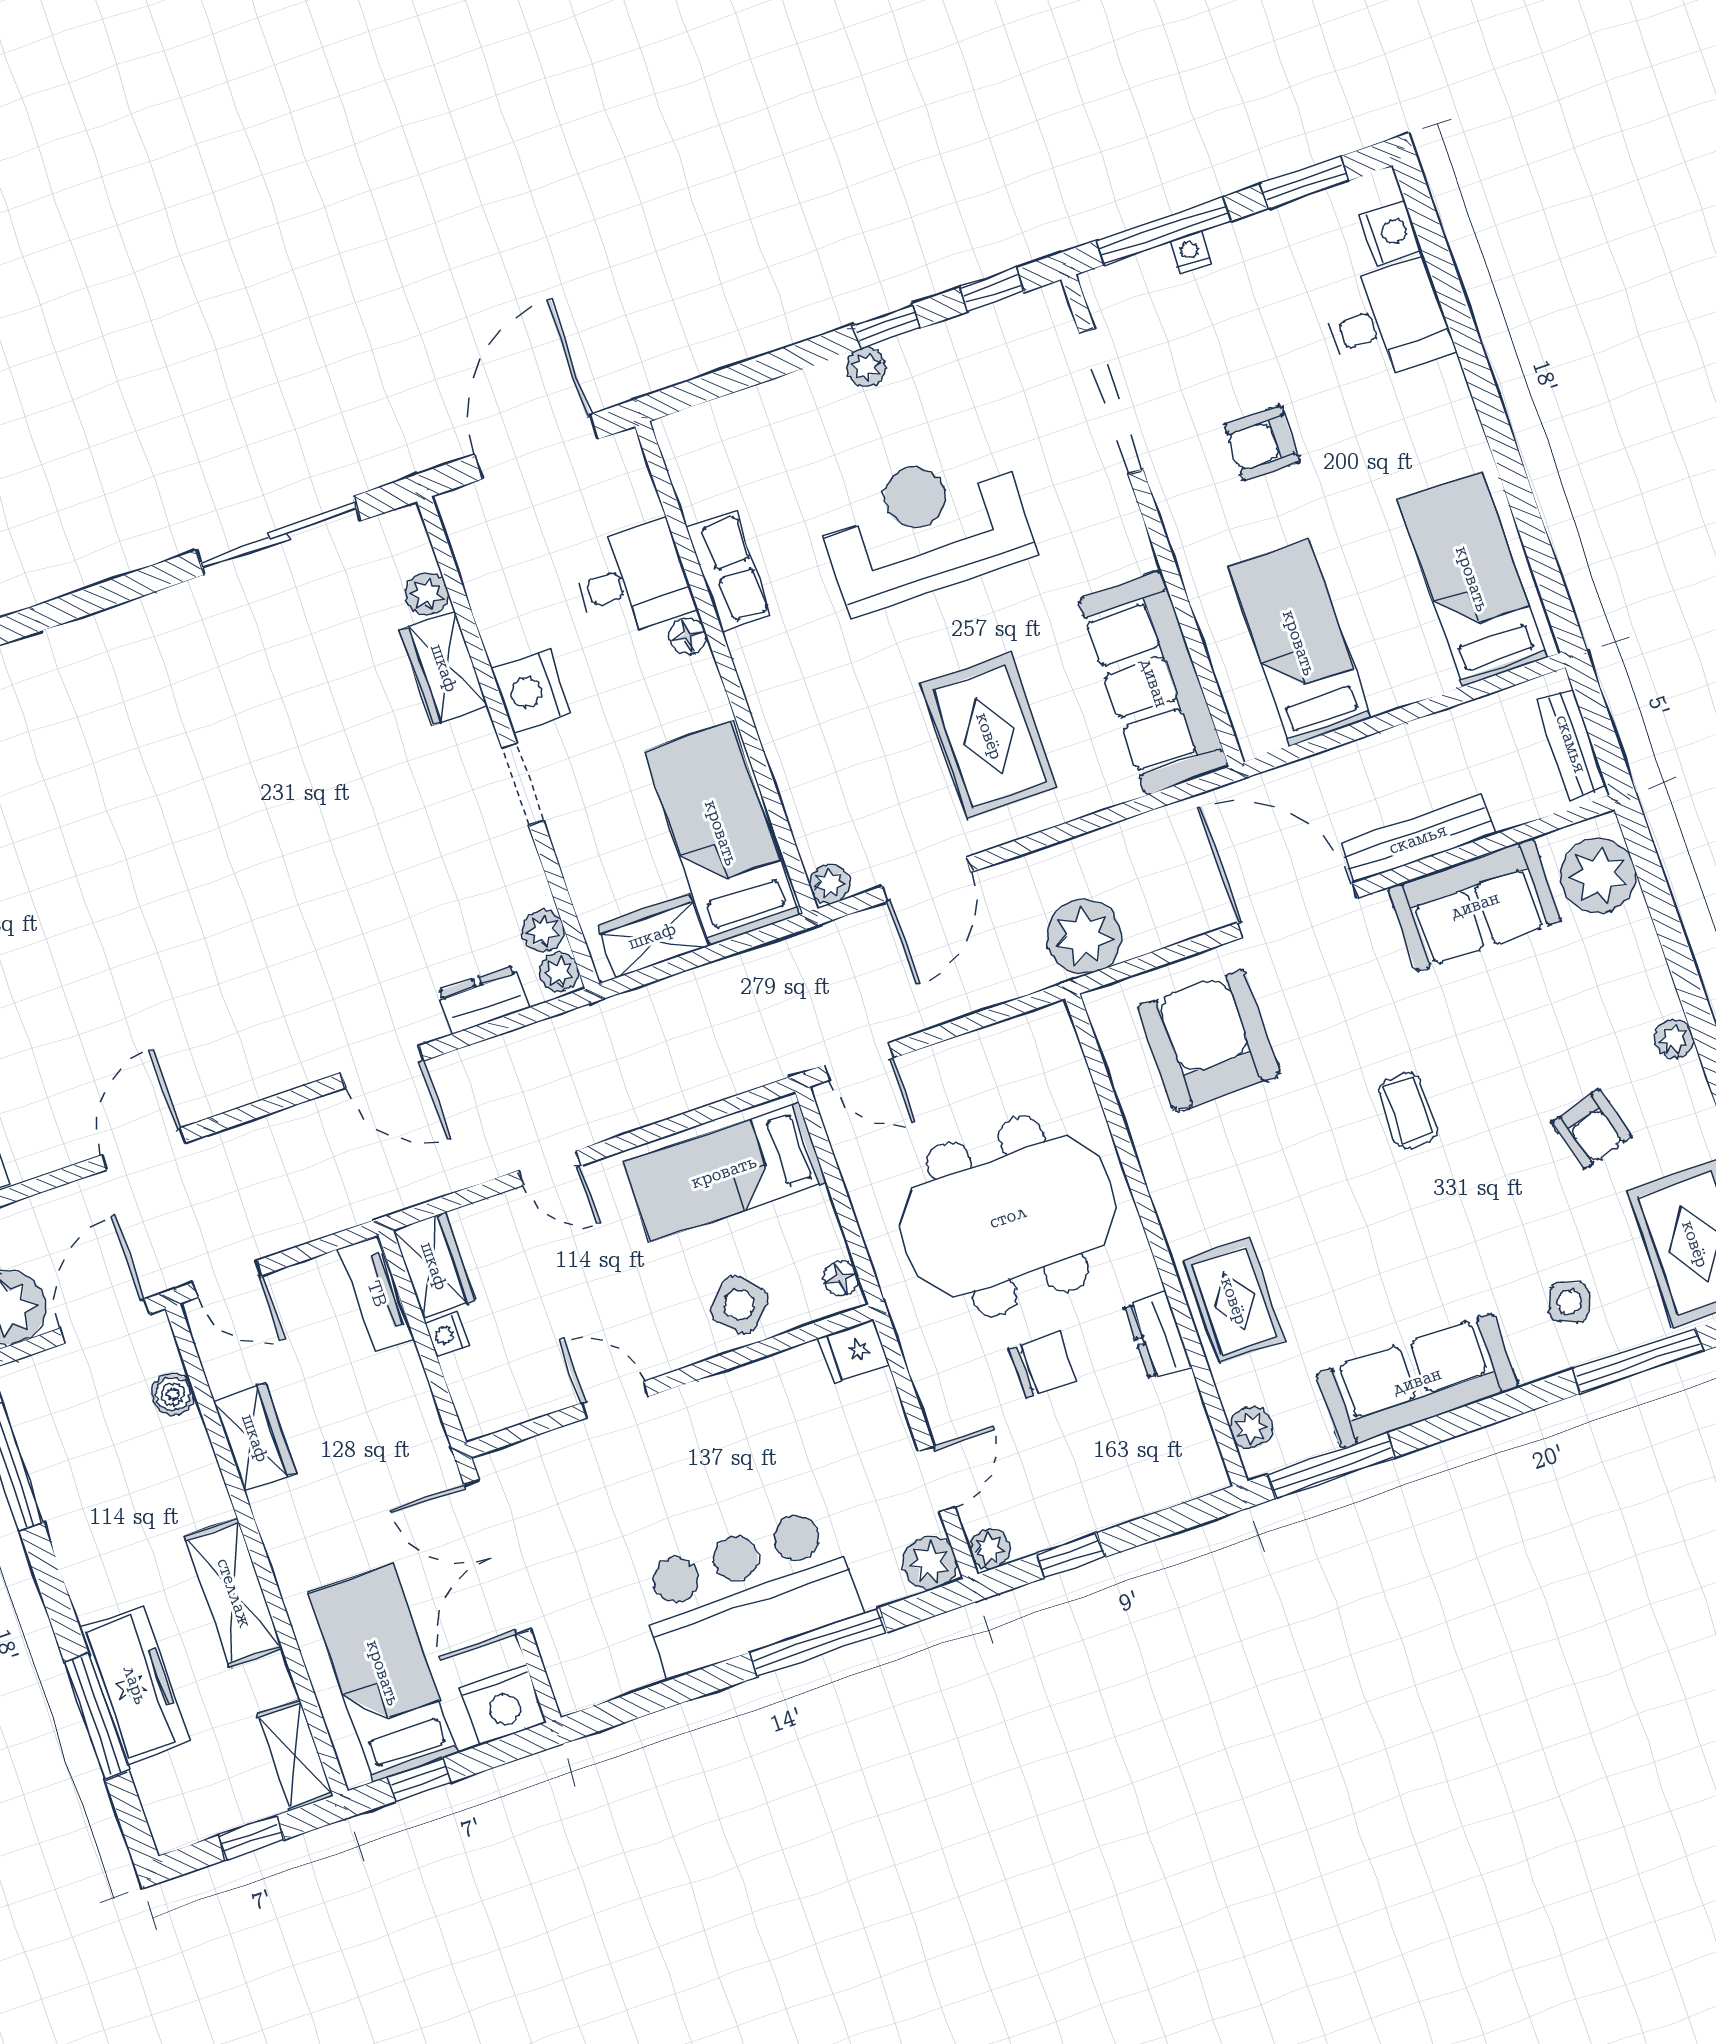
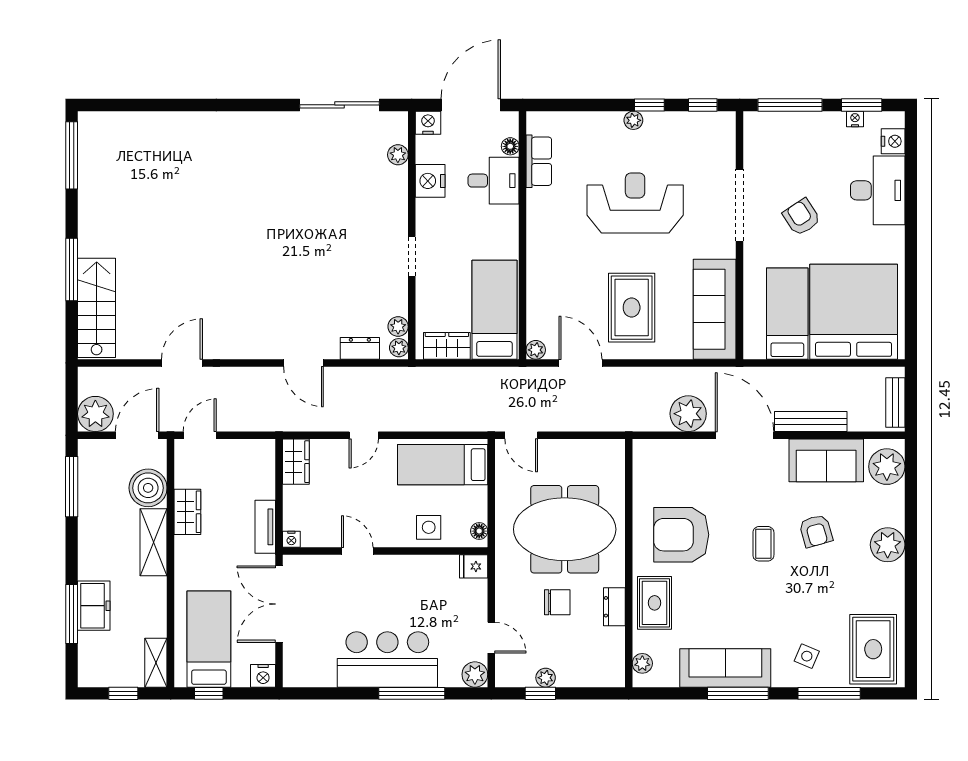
nightstand: (1190, 252) -> (855, 119), moved
desk: (1387, 321) -> (878, 190), width x1.37
doorway: (1111, 401) -> (740, 205), moved
armchair: (1262, 443) -> (801, 217), turned 57
nightstand: (464, 511) -> (428, 123), added
row of seats: (729, 571) -> (539, 161), moved
bed: (1472, 579) -> (854, 312), width x2.04
floor lamp: (688, 636) -> (510, 146), moved
wardrobe: (444, 668) -> (394, 191), removed
nightstand: (531, 691) -> (430, 181), moved
door: (926, 879) -> (580, 363), swing flipped
plant: (1084, 937) -> (688, 414), moved
plant: (1674, 1039) -> (888, 545), width x1.88, depth x1.88
armchair: (1209, 1040) -> (681, 535), moved, turned -90
armchair: (1592, 1129) -> (816, 531), moved
door: (549, 1168) -> (364, 435), hinge flipped
door: (227, 1279) -> (200, 435), swing flipped
tv unit: (377, 1294) -> (265, 527), moved
side table: (739, 1305) -> (429, 527), turned 45
nightstand: (447, 1335) -> (291, 539), moved, turned -90
boiler: (173, 1394) -> (148, 488), width x1.86, depth x1.86
window: (1332, 1466) -> (738, 693), moved
door: (937, 1479) -> (491, 638), hinge flipped
plant: (990, 1549) -> (546, 678), moved
shelving: (234, 1593) -> (153, 542), moved
freezer: (135, 1685) -> (94, 606), width x0.71
nightstand: (503, 1704) -> (263, 676), width x0.74, depth x0.75

